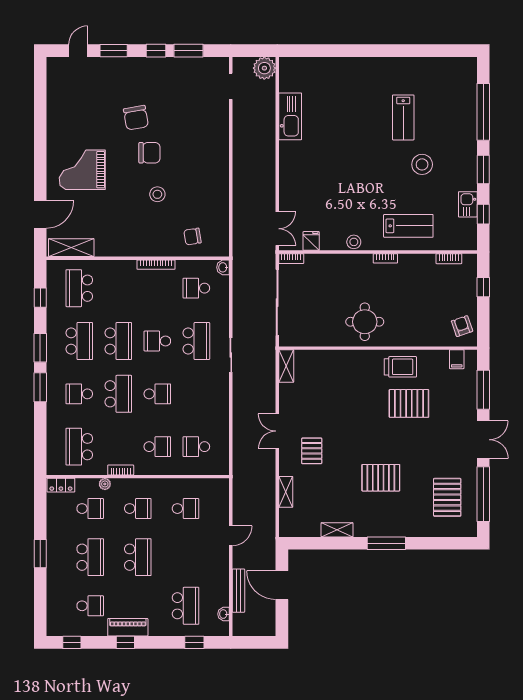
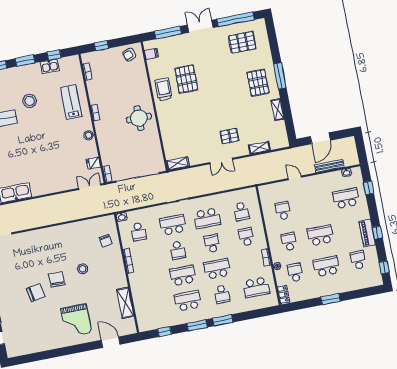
shelving: (71, 248) -> (125, 303), moved
school desk: (79, 288) -> (207, 218), moved
pallet: (381, 478) -> (258, 83), moved

